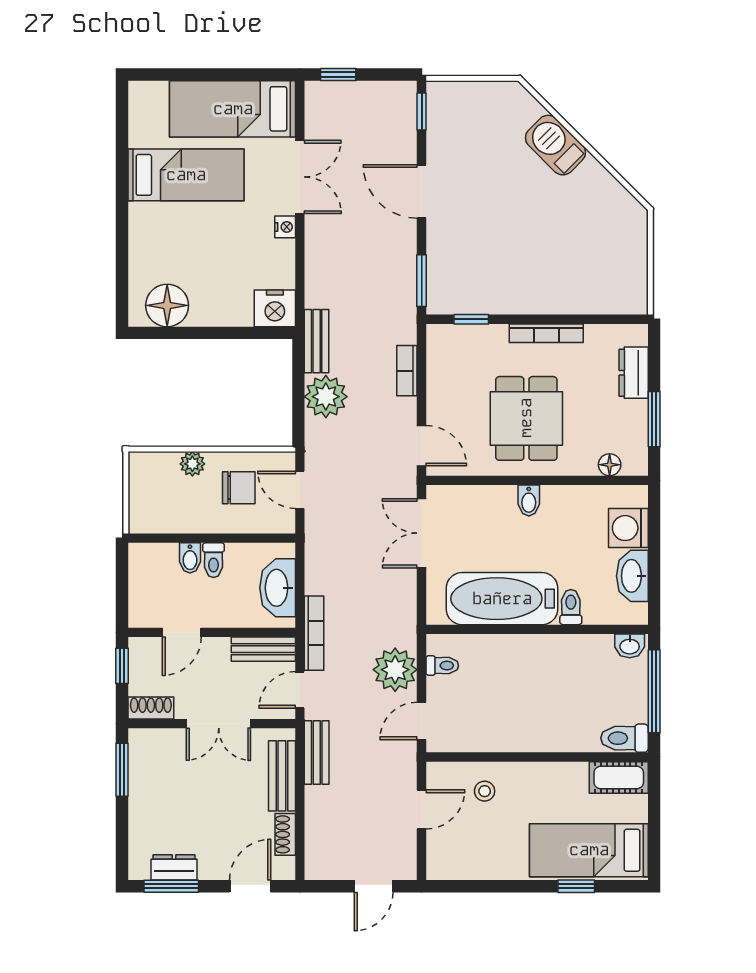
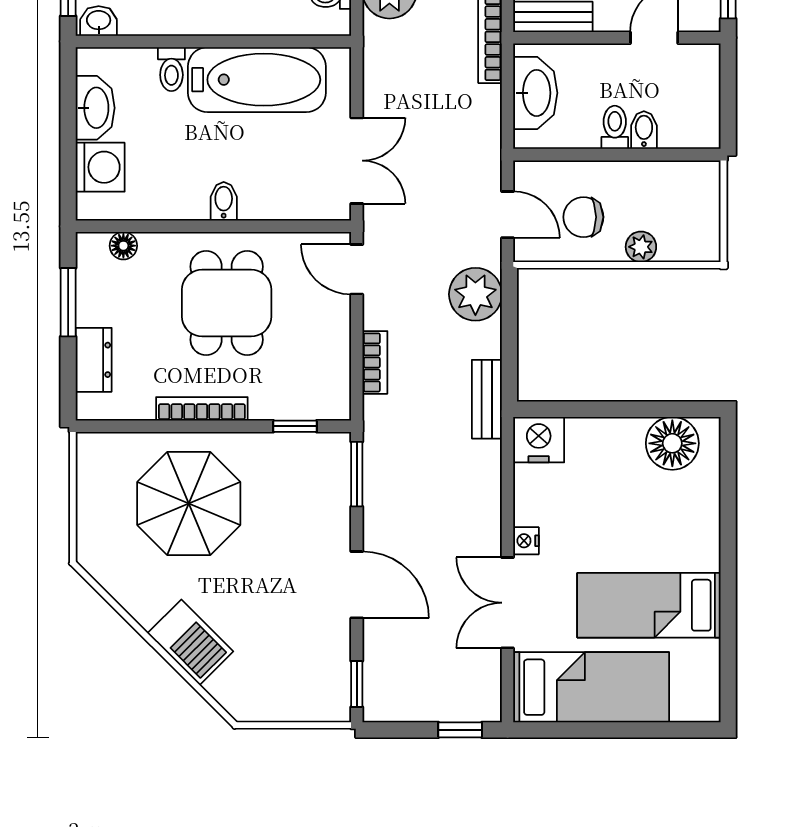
parasol: (557, 257) -> (189, 503), added
plant: (326, 397) -> (475, 294), moved

